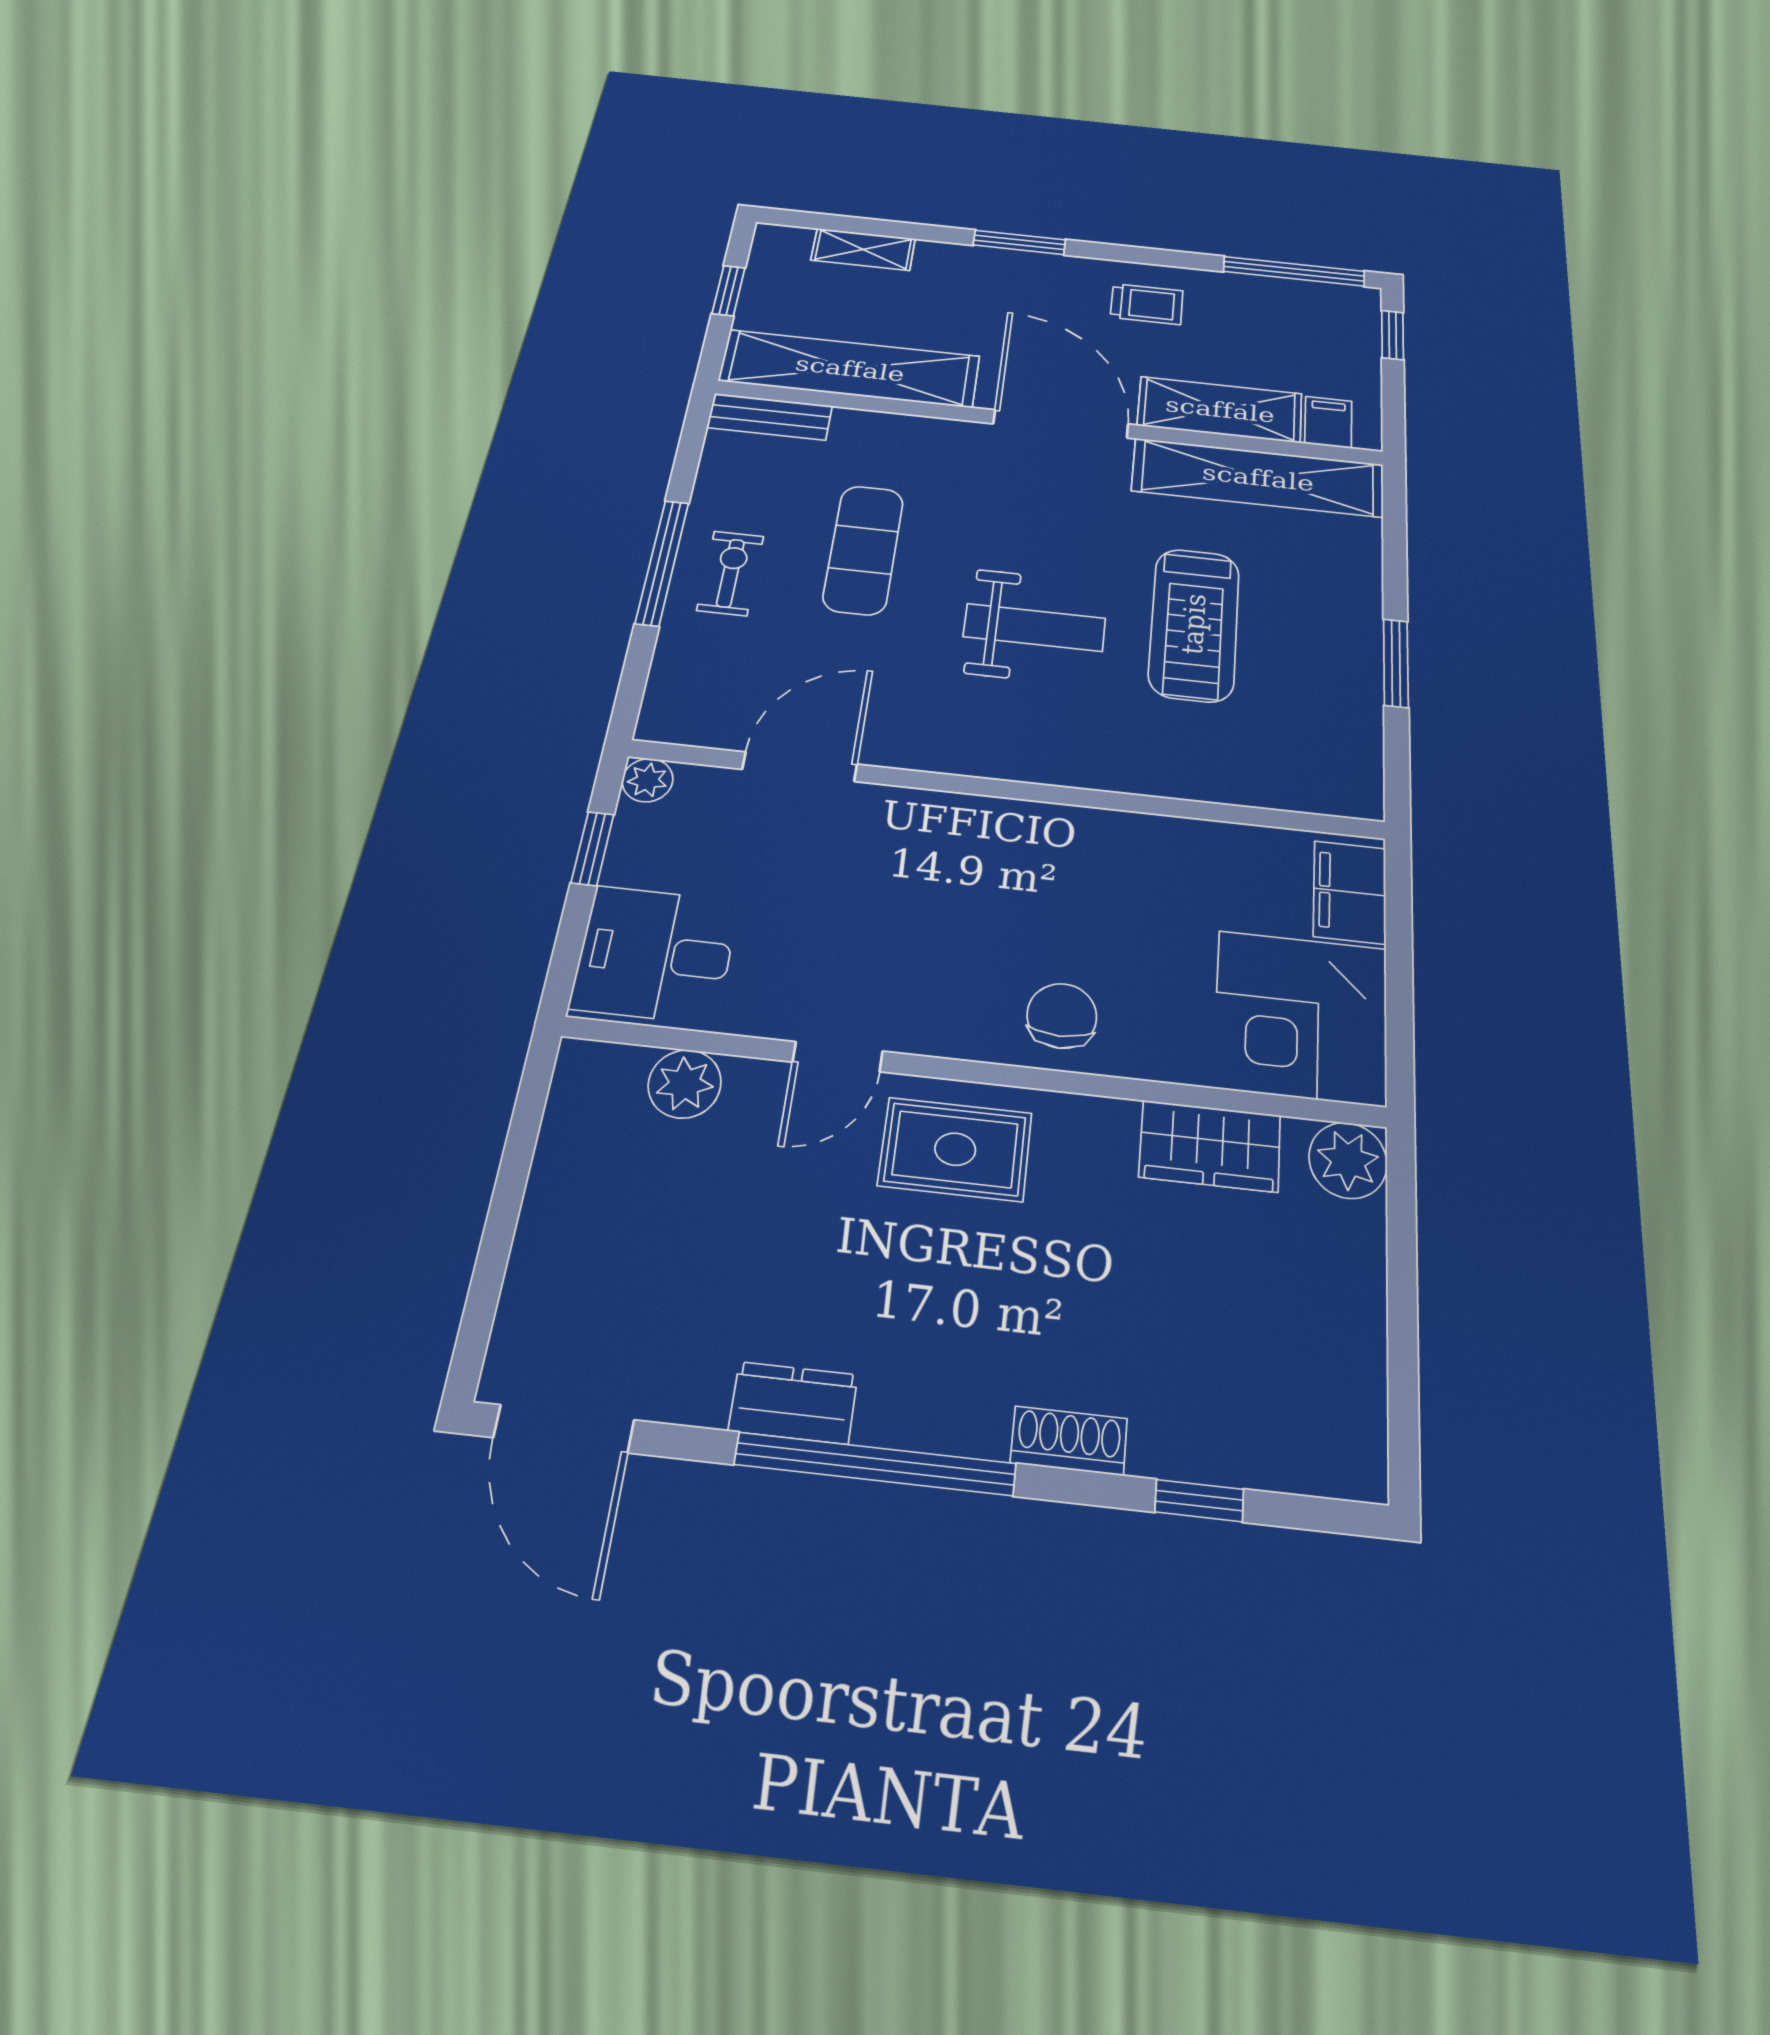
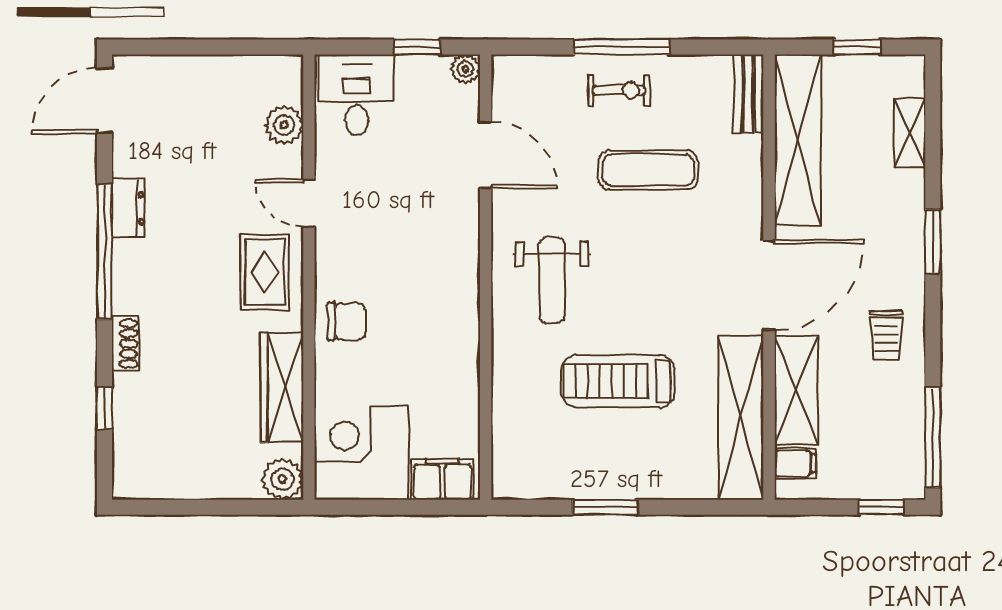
weight bench: (1034, 627) -> (552, 280), moved
wardrobe: (1210, 1146) -> (282, 387), width x1.50

